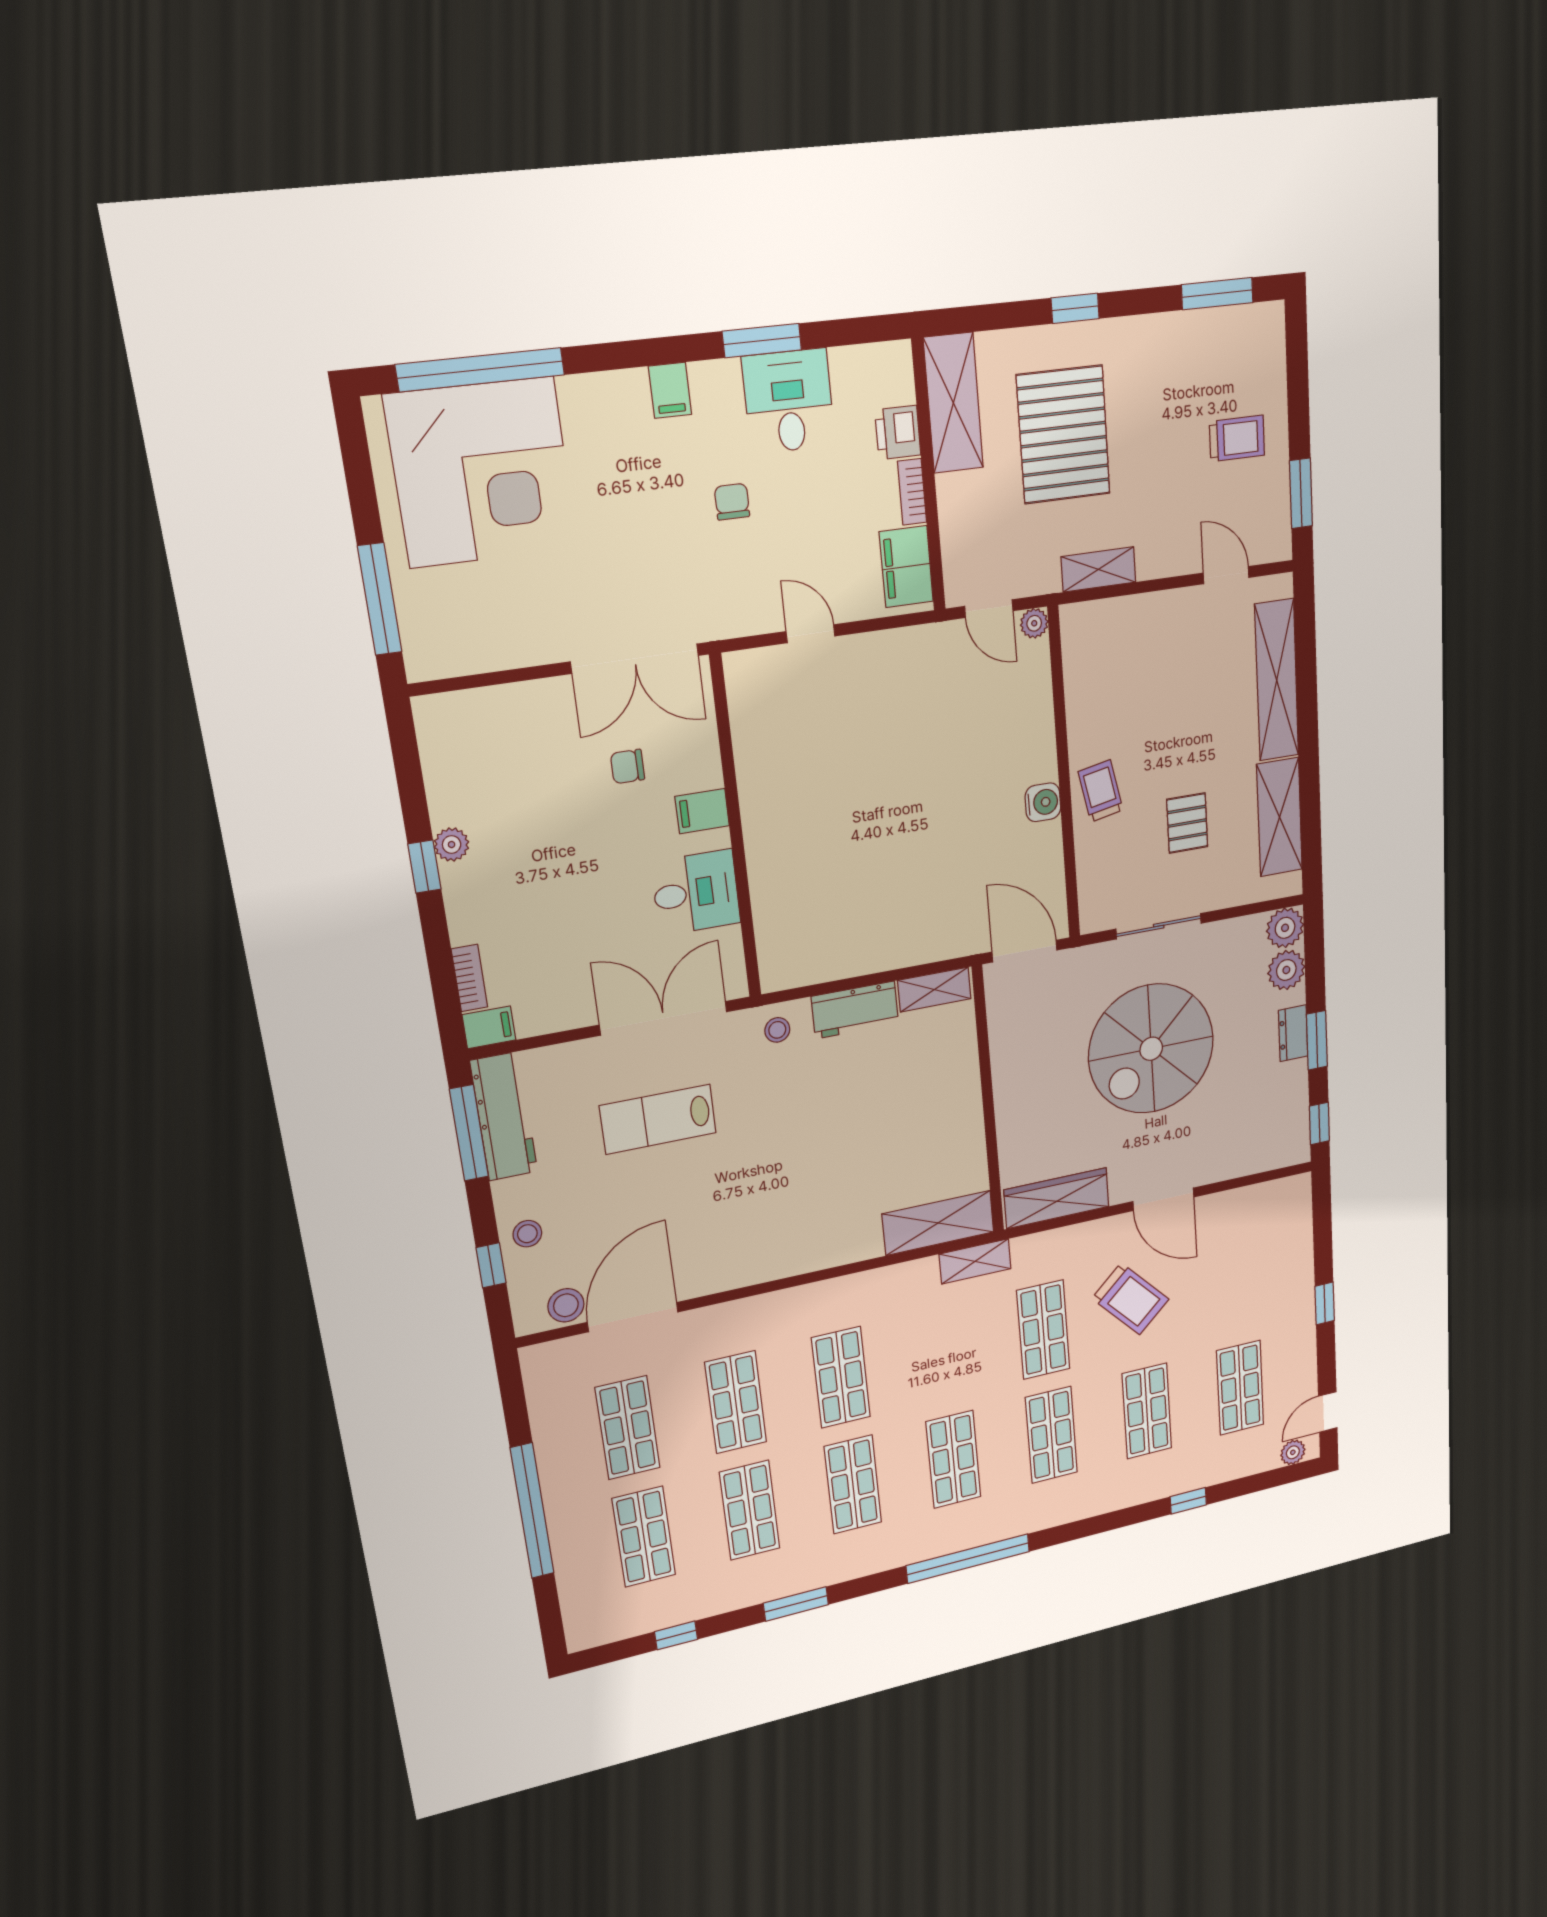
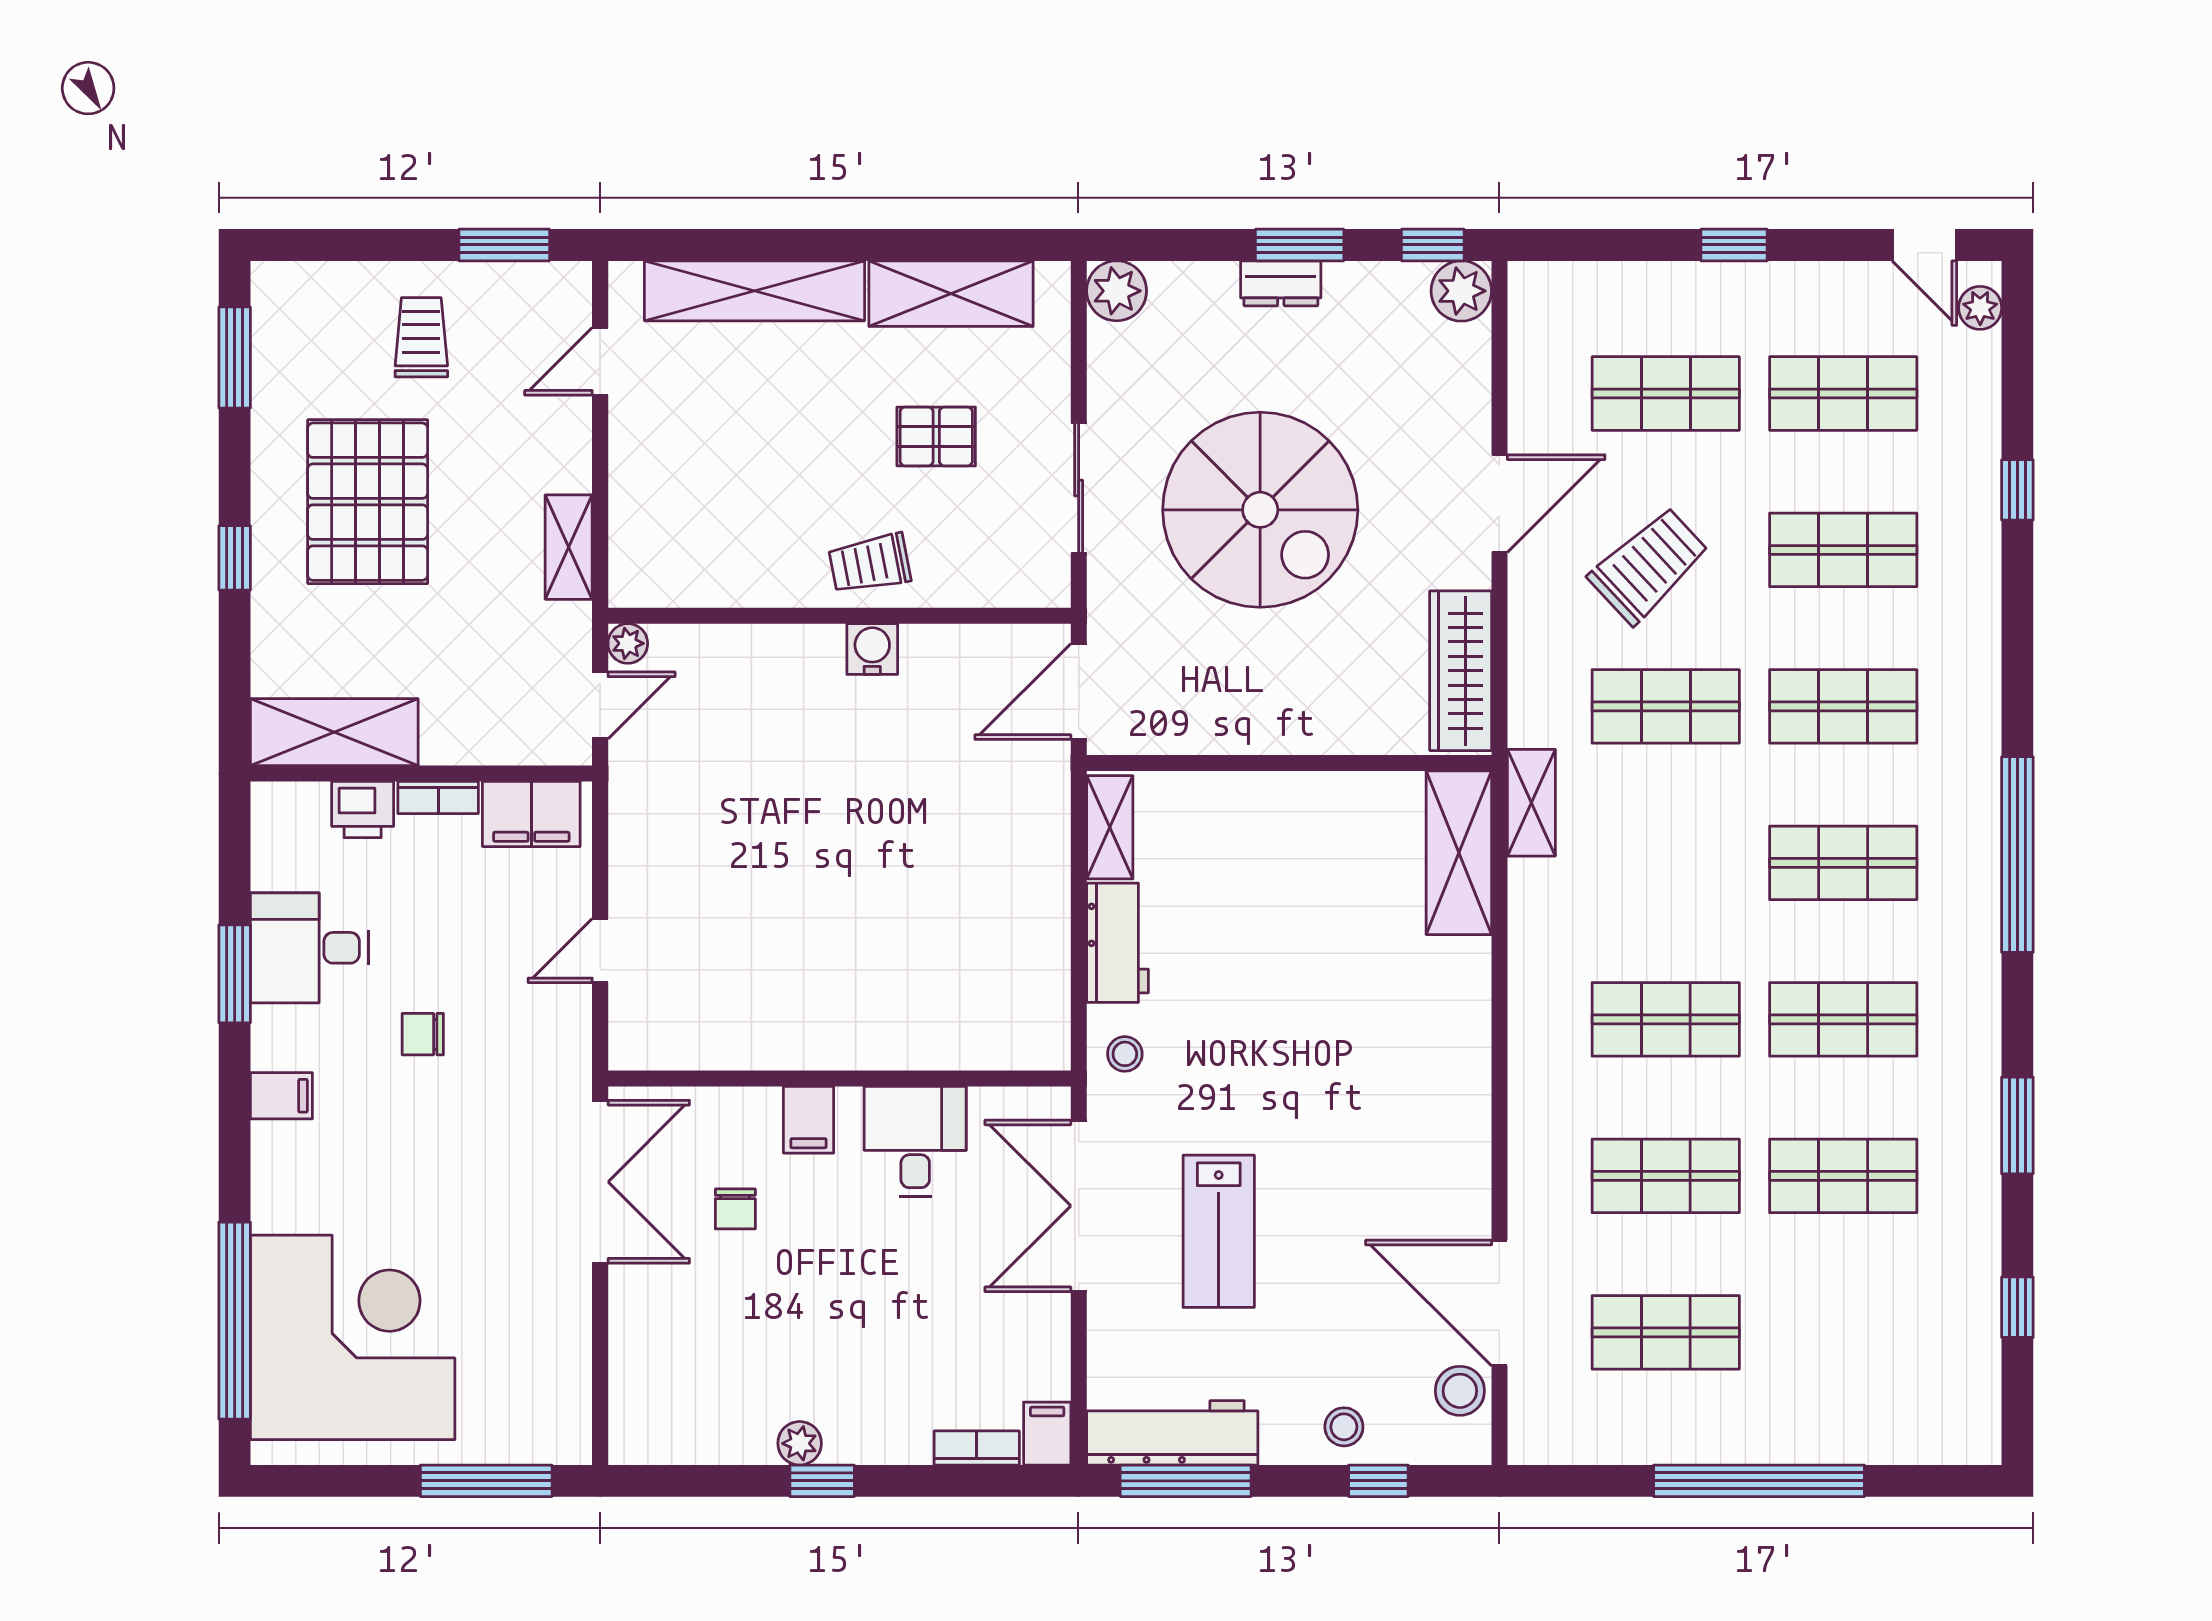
pallet: (1063, 435) -> (368, 502), moved, turned 90
plant: (1286, 970) -> (1461, 291), moved
shop shelf: (644, 1537) -> (1666, 393), moved

